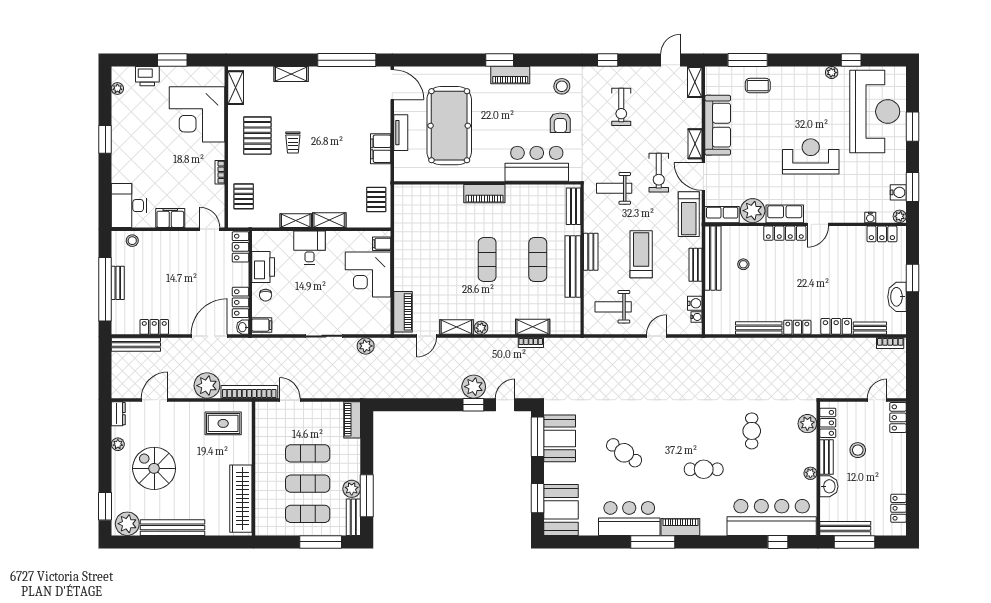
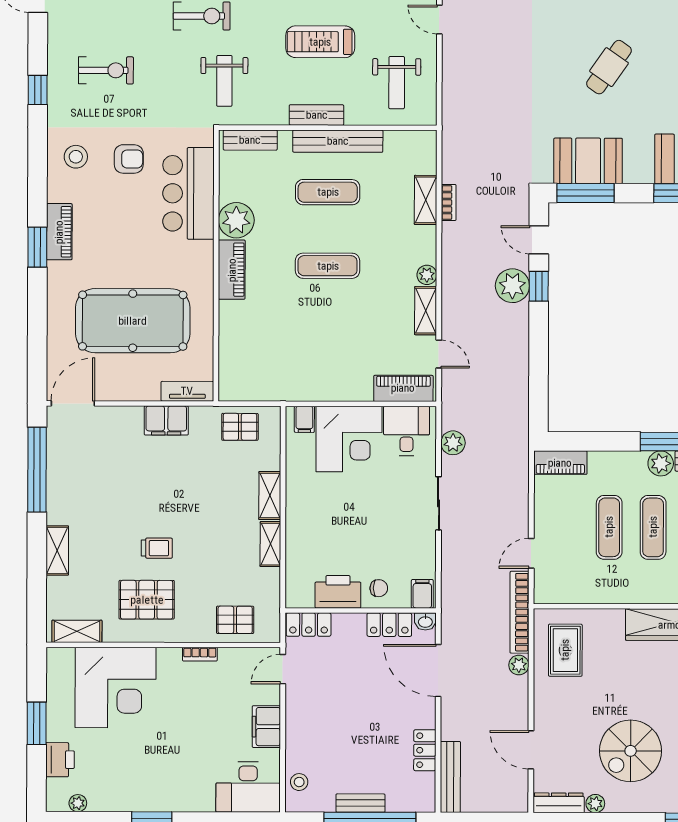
tv unit: (401, 133) -> (187, 391), moved
plant: (518, 197) -> (236, 220), added
desk: (310, 248) -> (407, 431), moved, turned 90
plant: (207, 386) -> (519, 665), width x0.53, depth x0.53
dresser: (118, 414) -> (559, 803), width x1.44

